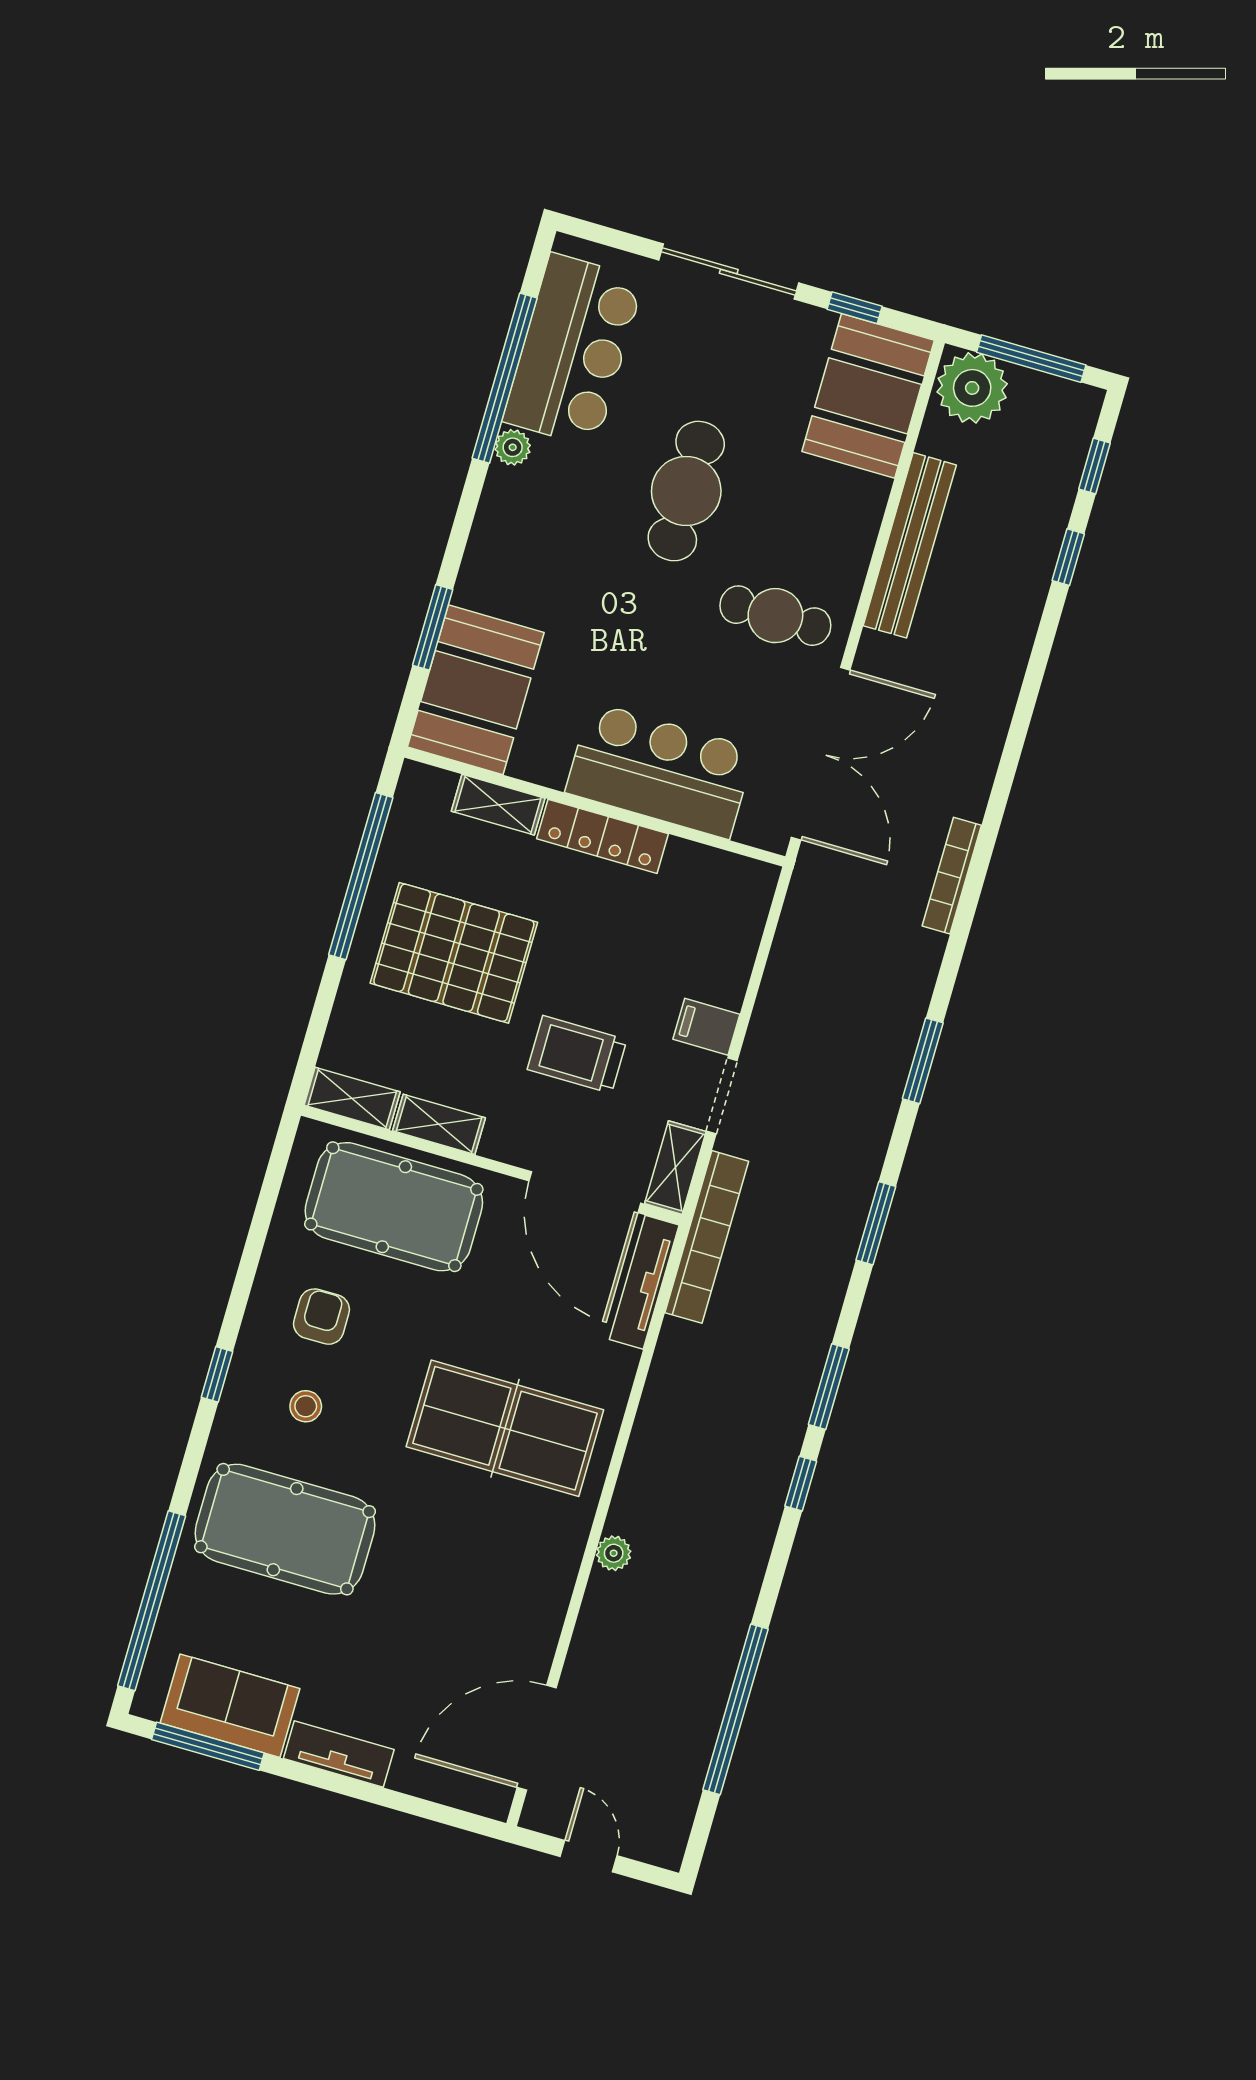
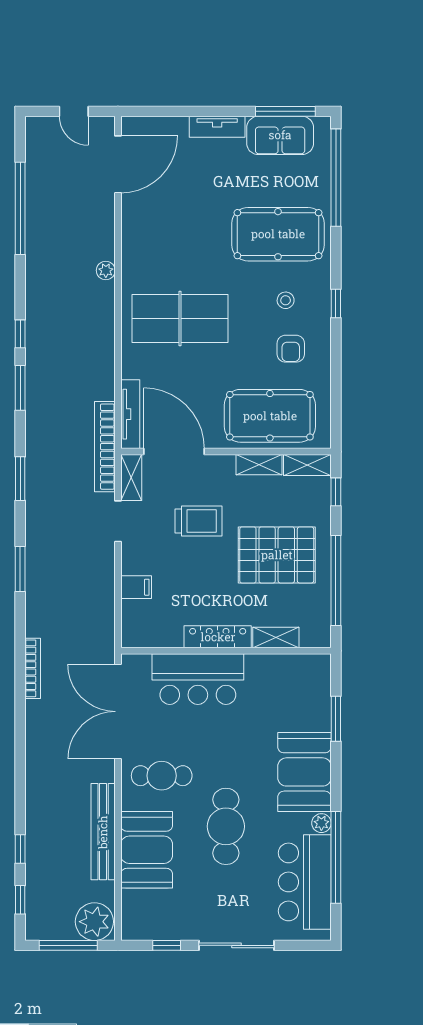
booth: (868, 396) -> (147, 850), moved
booth: (476, 690) -> (304, 772), moved
filing cabinet: (706, 1027) -> (136, 587), moved
window: (315, 1035) -> (336, 492), added

